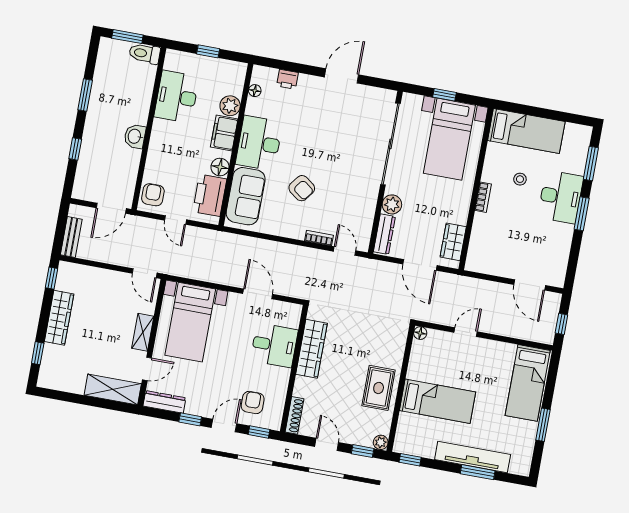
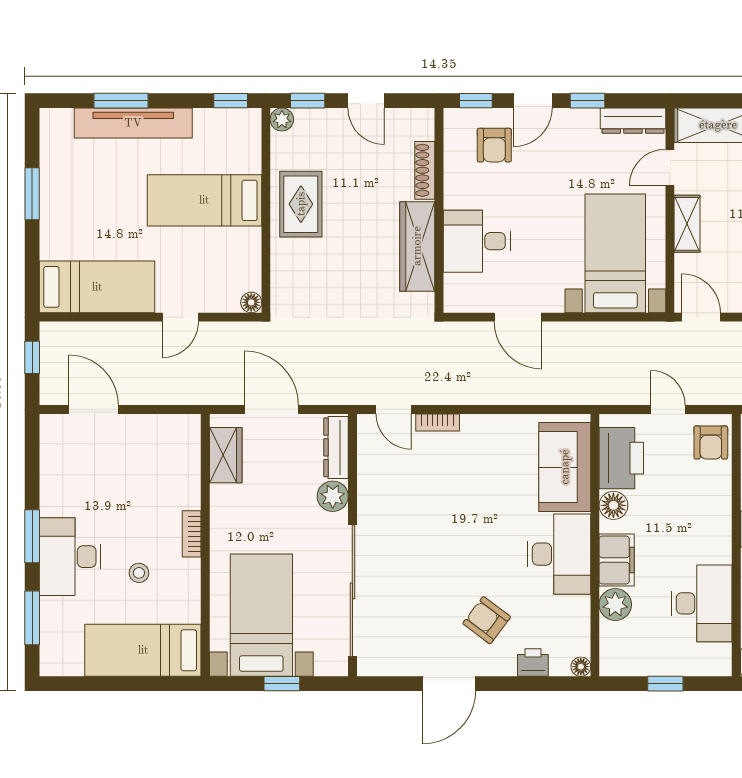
floor lamp: (255, 91) -> (581, 667), moved
armchair: (302, 188) -> (487, 620), moved
bed: (528, 383) -> (97, 287), moved, turned 90
shoe rack: (295, 415) -> (425, 170), moved

